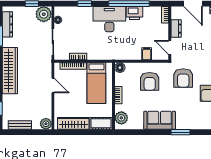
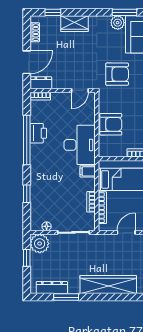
desk: (109, 19) -> (80, 145), moved, turned 180
dresser: (176, 29) -> (41, 83), moved
filing cabinet: (147, 54) -> (88, 171), moved
floor lamp: (120, 68) -> (104, 151), removed
armchair: (150, 81) -> (111, 124), moved

